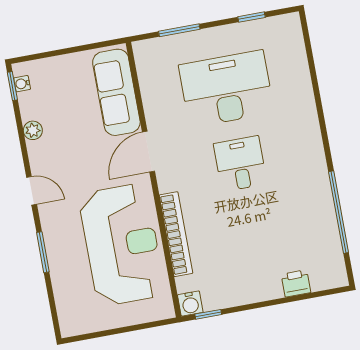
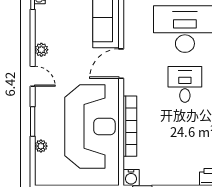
plant: (33, 130) -> (41, 50), moved
plant: (60, 283) -> (41, 146), added

